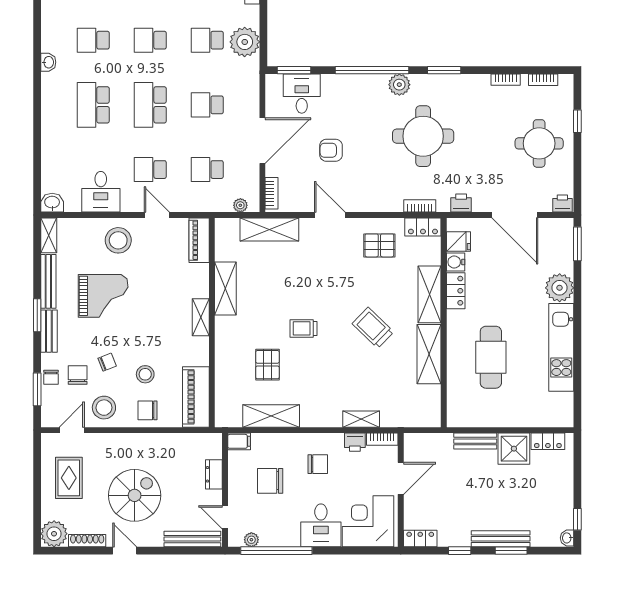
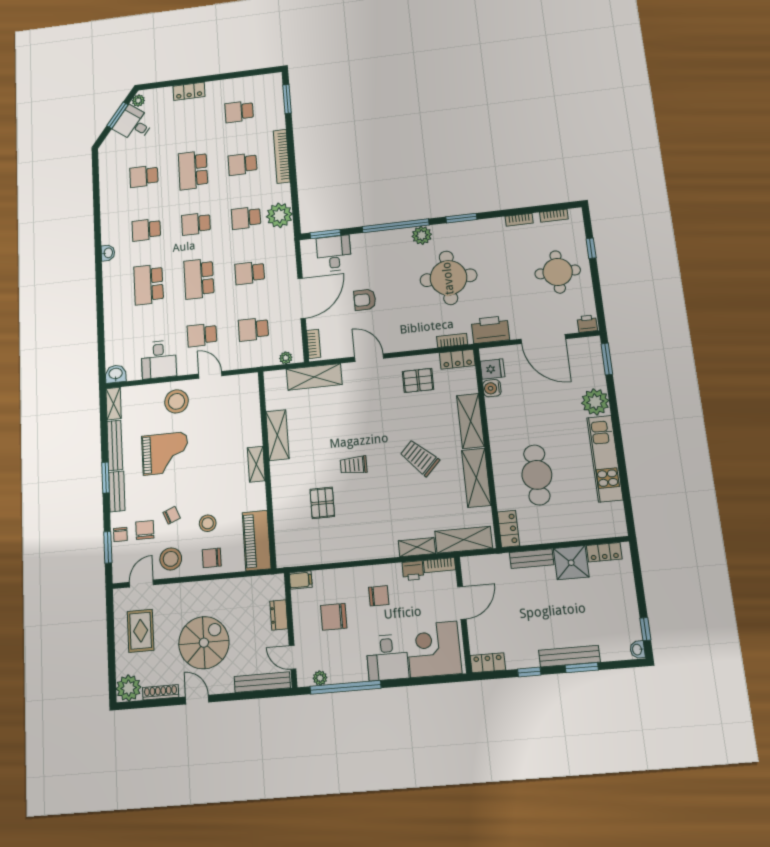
printer: (461, 203) -> (490, 330), width x1.87, depth x1.48
piano: (199, 240) -> (250, 393), removed
locker: (456, 291) -> (508, 529), moved
shelving: (271, 416) -> (464, 540), moved

